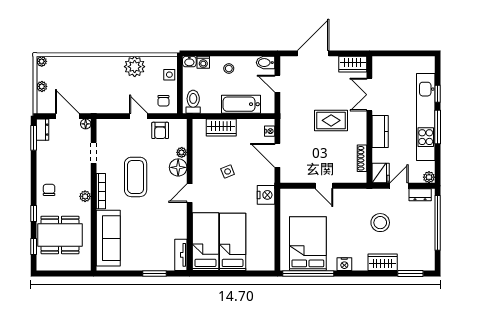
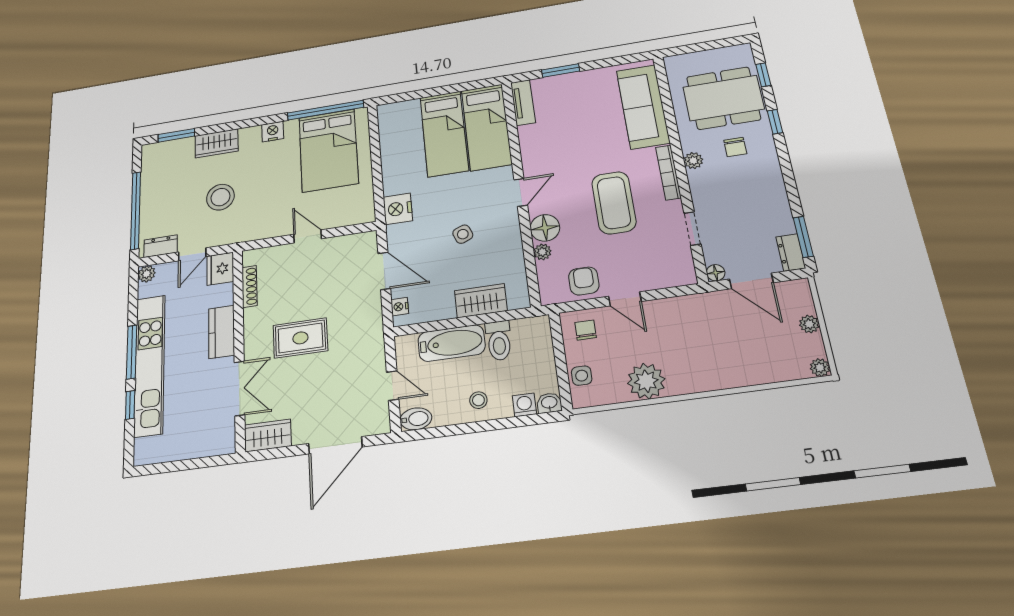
toilet: (193, 102) -> (499, 341), moved
chair: (49, 190) -> (735, 147), moved

